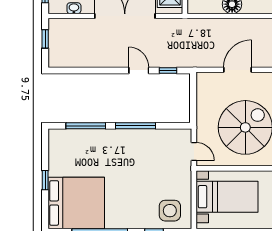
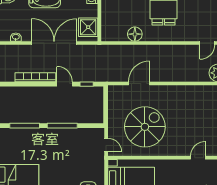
bookcase: (100, 61) -> (35, 77), added

